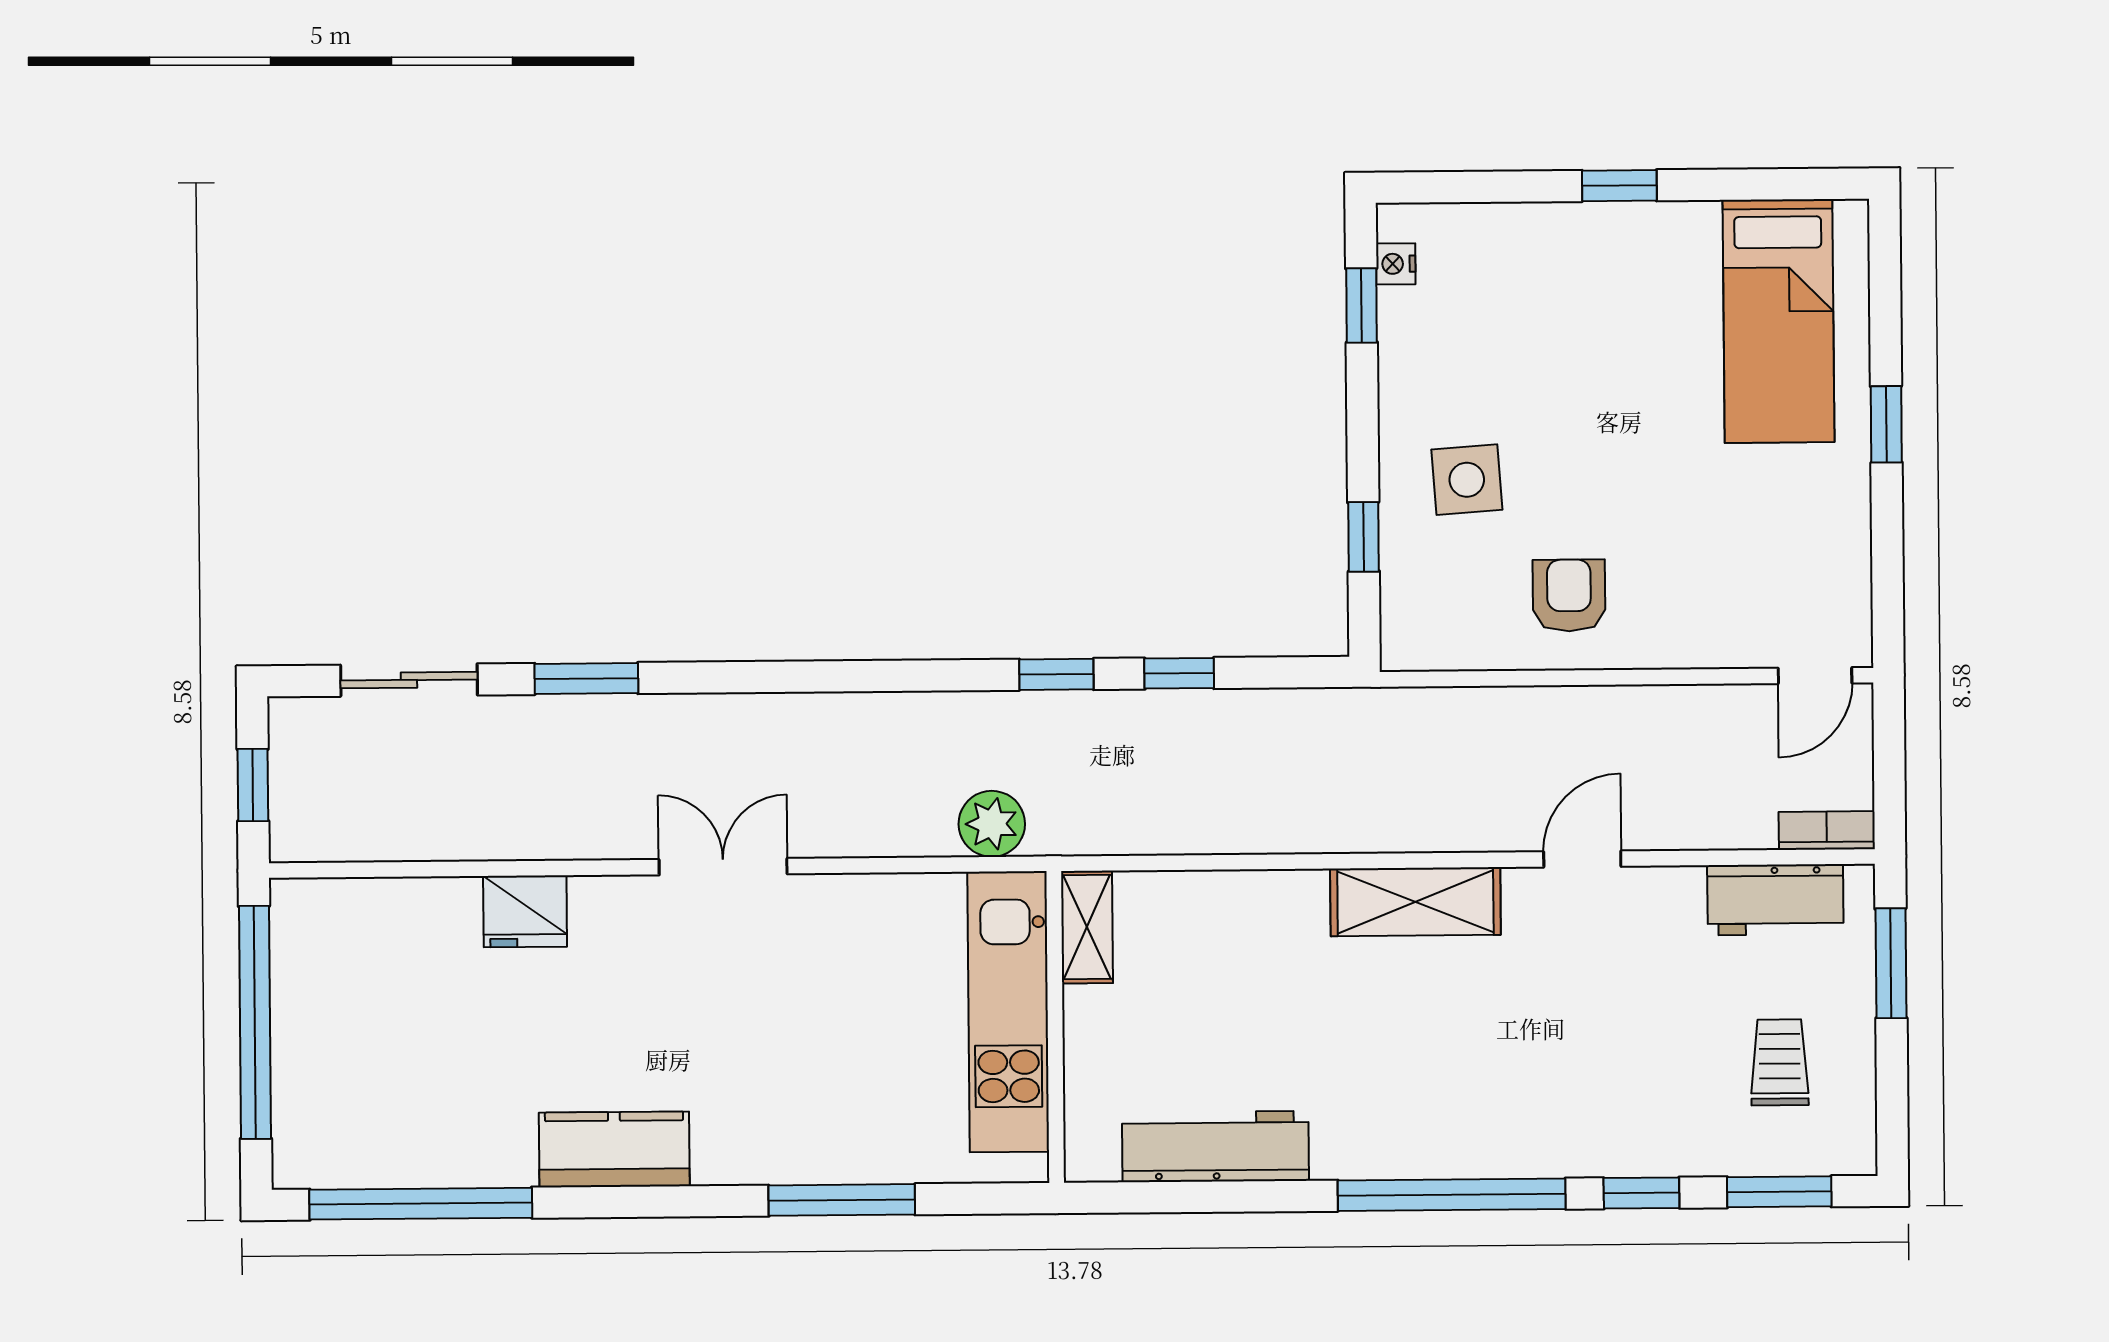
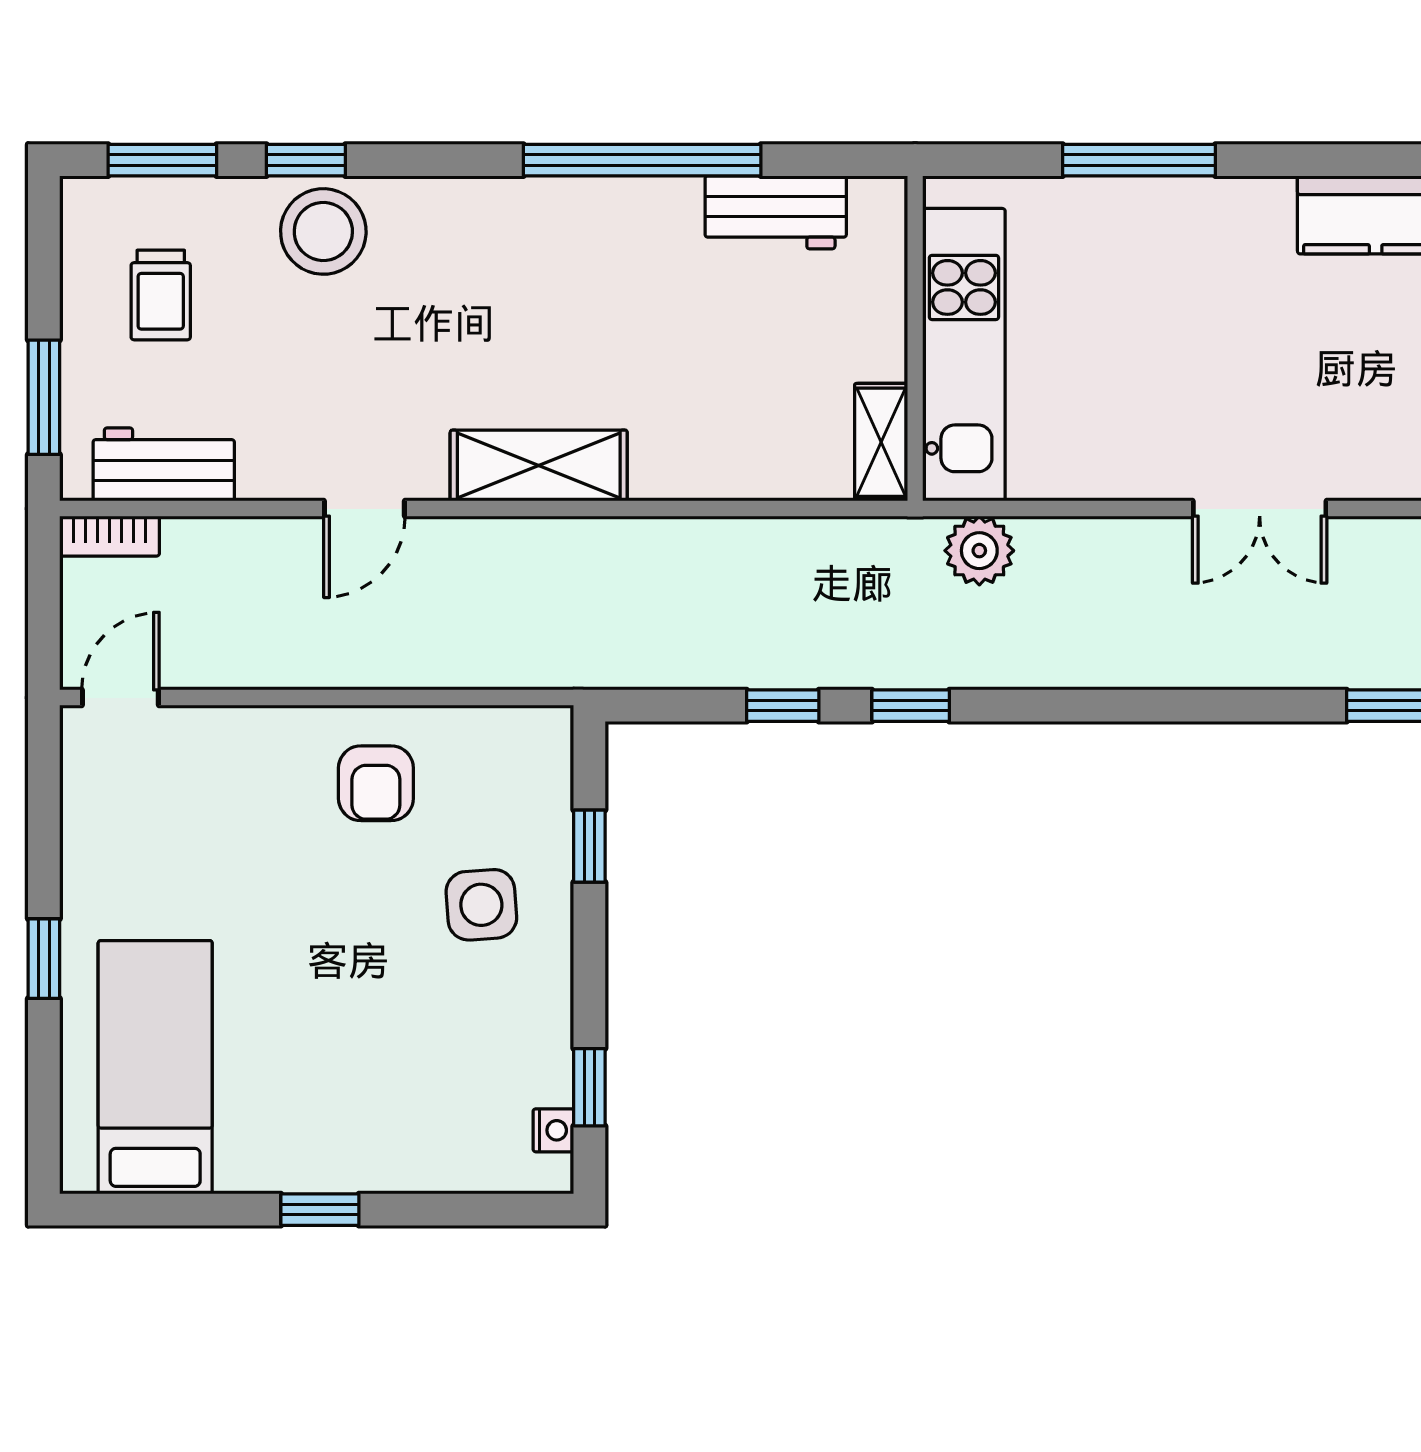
stool: (1624, 1125) -> (323, 231), added
workbench: (1215, 1147) -> (776, 212), width x0.73
window: (1452, 1195) -> (642, 160), moved

